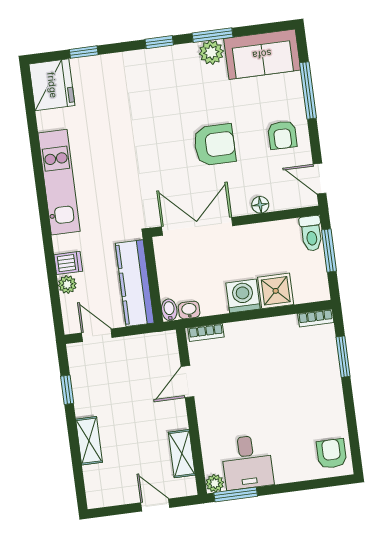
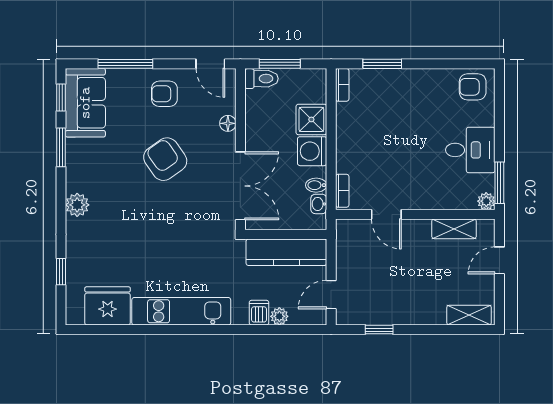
window: (159, 42) -> (61, 98), moved
plant: (211, 52) -> (77, 205), moved
fridge: (52, 85) -> (108, 306), moved
armchair: (282, 135) -> (164, 94), turned 180
armchair: (215, 145) -> (165, 159), turned -35
door: (320, 179) -> (210, 64), hinge flipped
double door: (197, 226) -> (240, 186), swing flipped
bidet: (169, 310) -> (316, 185), moved
shelving: (89, 441) -> (469, 315), moved
desk: (247, 462) -> (470, 150), moved

